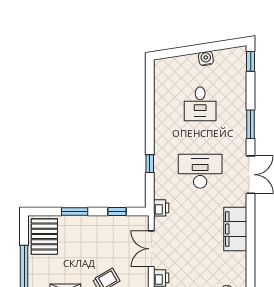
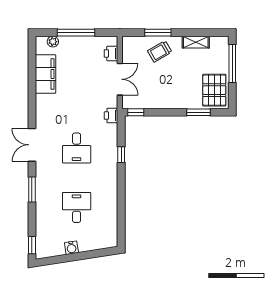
desk: (200, 171) -> (77, 148), width x0.73
window: (75, 212) -> (198, 112), moved
window: (117, 212) -> (136, 112), moved
filing cabinet: (235, 229) -> (45, 74), moved

